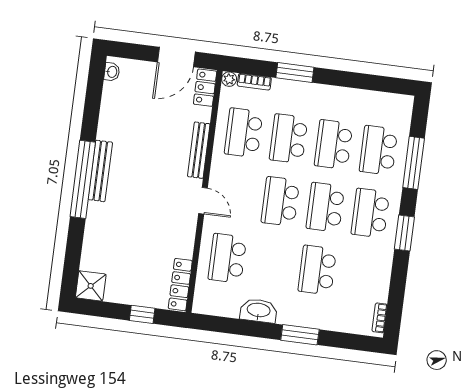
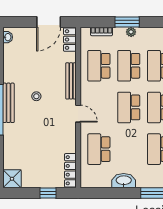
plant: (229, 79) -> (131, 32), moved
stool: (144, 166) -> (36, 96), added

